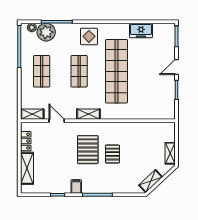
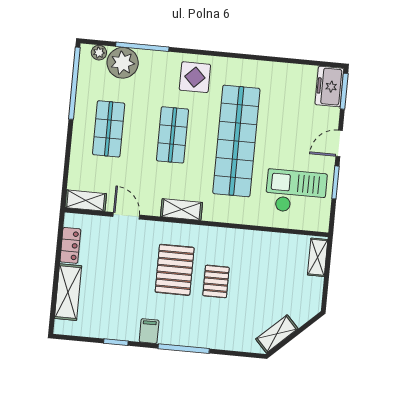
freezer: (141, 30) -> (329, 86), moved, turned 90
checkout: (154, 98) -> (296, 192), added
shelving: (170, 153) -> (318, 257), moved

